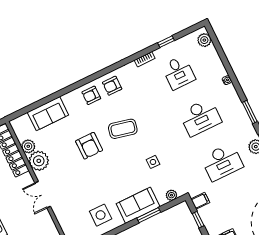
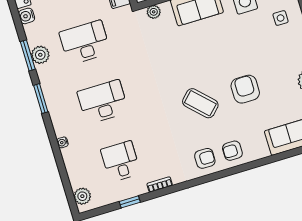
armchair: (91, 95) -> (232, 151), turned 180
coffee table: (123, 129) -> (200, 103), turned 32
side table: (153, 162) -> (281, 18), moved

